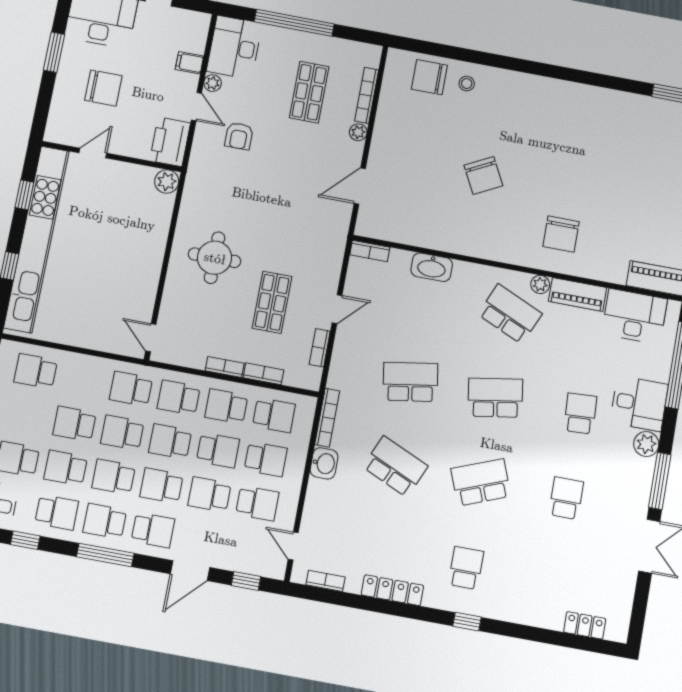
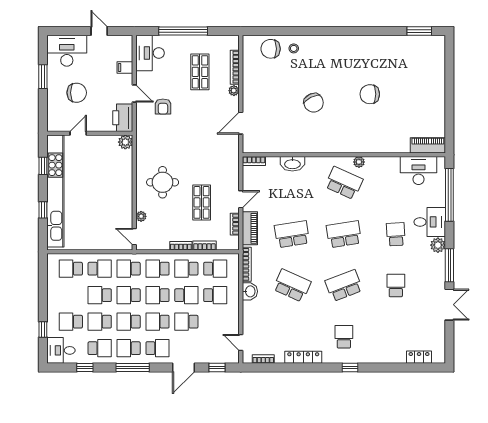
plant: (213, 83) -> (141, 216), moved
chair: (561, 234) -> (370, 94), moved, turned 90
piano: (578, 294) -> (250, 228), moved, turned -90
school desk: (257, 503) -> (100, 269), moved

